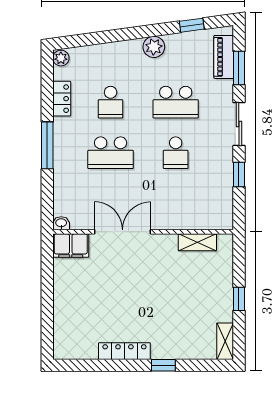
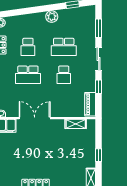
piano: (224, 57) -> (90, 104), moved

